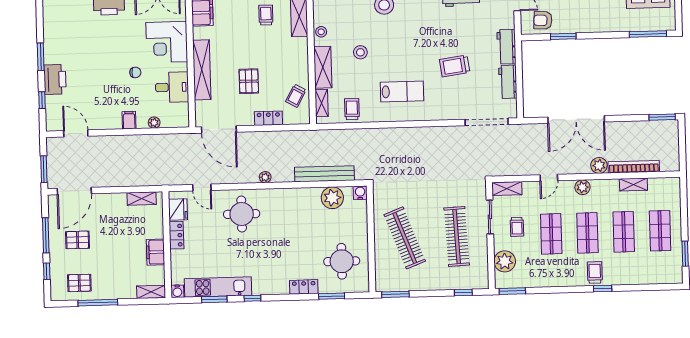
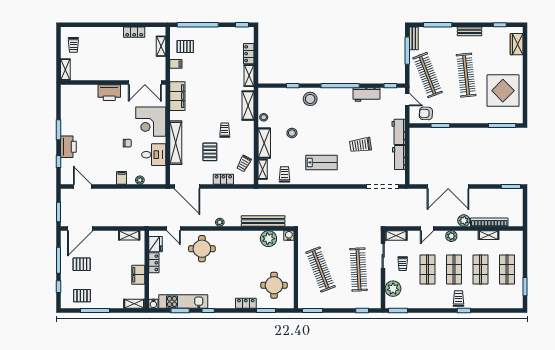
trolley: (266, 15) -> (225, 130), moved

